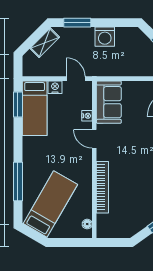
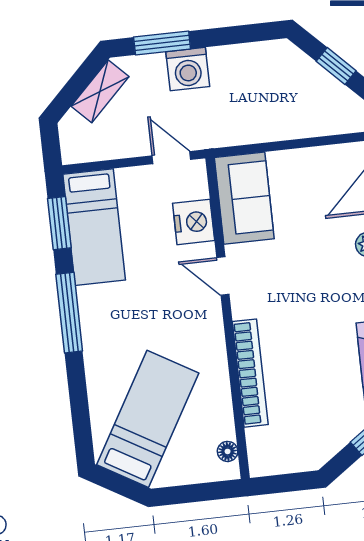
washing machine: (105, 37) -> (188, 69), moved
nightstand: (55, 87) -> (131, 180), removed
nightstand: (87, 116) -> (194, 222), width x1.89, depth x1.79
window: (18, 182) -> (69, 313), moved

